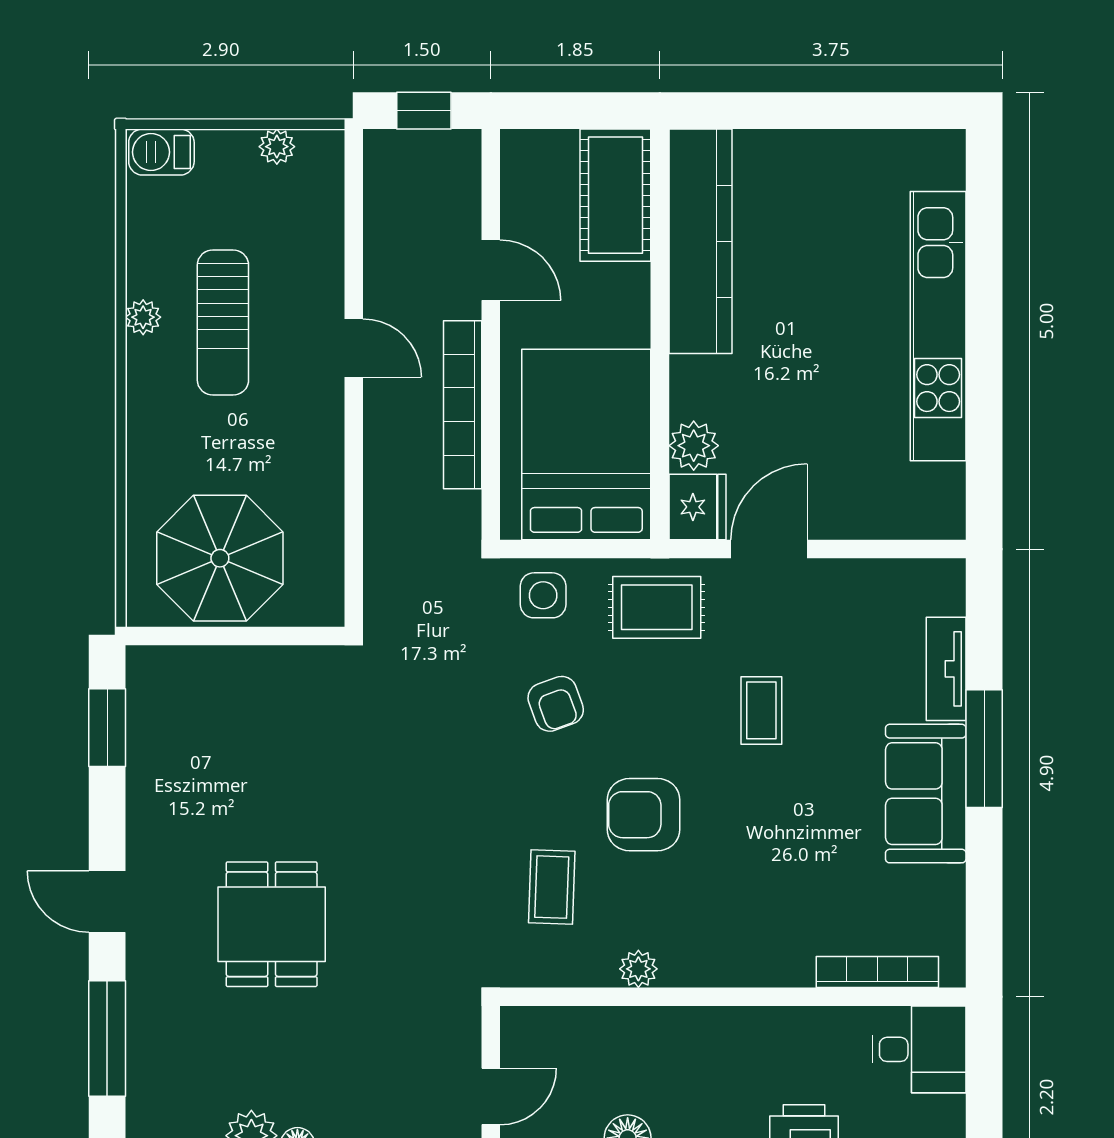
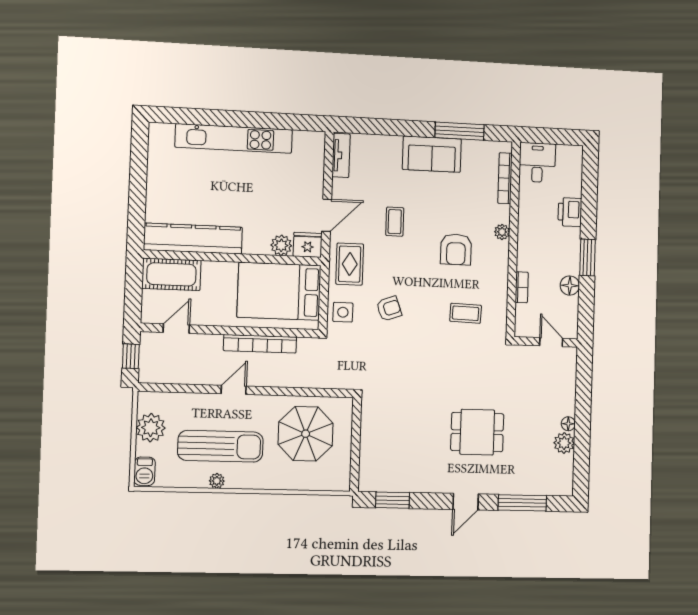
plant: (277, 147) -> (151, 428), width x1.87, depth x1.87
door: (491, 270) -> (176, 329), moved
sun lounger: (223, 323) -> (220, 446), width x1.36, depth x1.34
door: (769, 549) -> (327, 215), swing flipped
parasol: (220, 558) -> (306, 434), moved
tv unit: (946, 669) -> (341, 155), moved, turned -90
coffee table: (761, 710) -> (395, 222), turned 90
window: (984, 749) -> (460, 131), moved
armchair: (643, 815) -> (456, 249), moved
plant: (638, 969) -> (502, 232), moved
bookcase: (619, 1021) -> (522, 287), added

